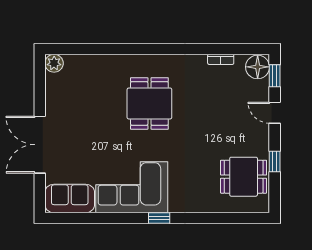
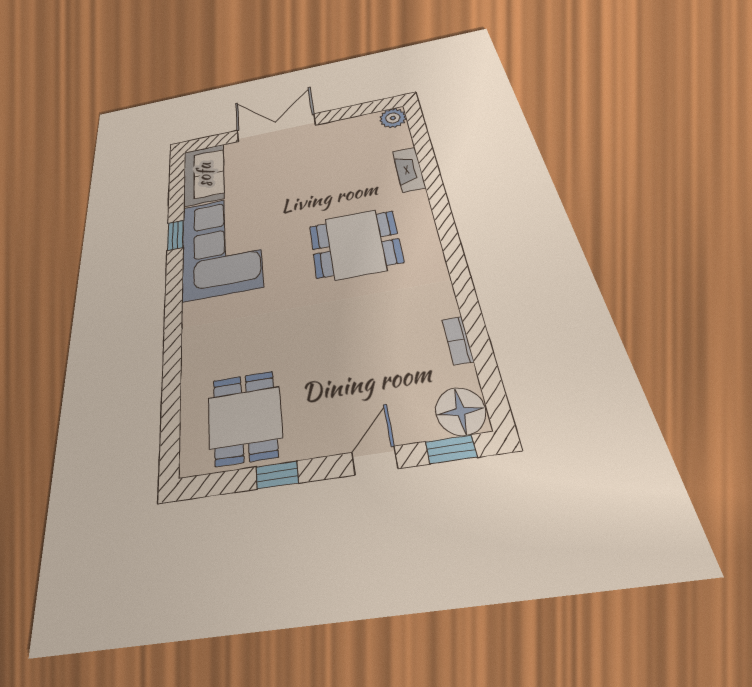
fireplace: (101, 62) -> (409, 170), added
window: (159, 218) -> (175, 235), moved

